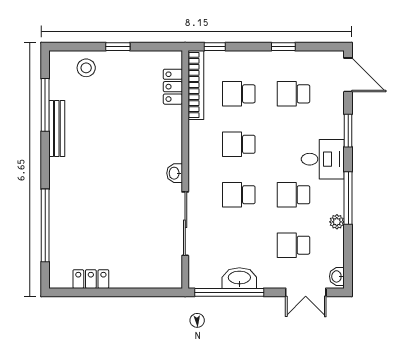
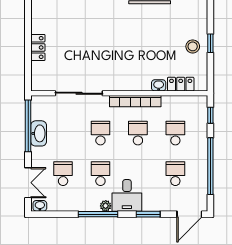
window: (283, 47) -> (210, 166), width x3.17
stool: (86, 68) -> (193, 46), moved
bookcase: (196, 85) -> (135, 101), moved
washbasin: (175, 173) -> (159, 85), moved
plant: (337, 222) -> (106, 206), moved
locker: (91, 279) -> (38, 47), moved
double door: (306, 292) -> (28, 183), swing flipped

